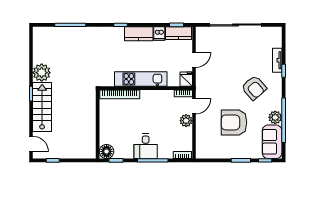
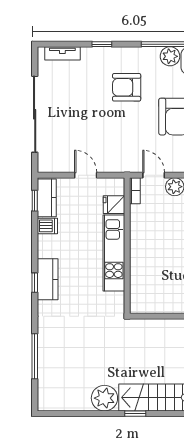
kitchen counter: (139, 34) -> (48, 279), moved
tv unit: (277, 60) -> (62, 53), moved
fridge: (186, 79) -> (114, 205), moved
armchair: (254, 88) -> (127, 87), turned -139
bookcase: (120, 94) -> (136, 284), removed

